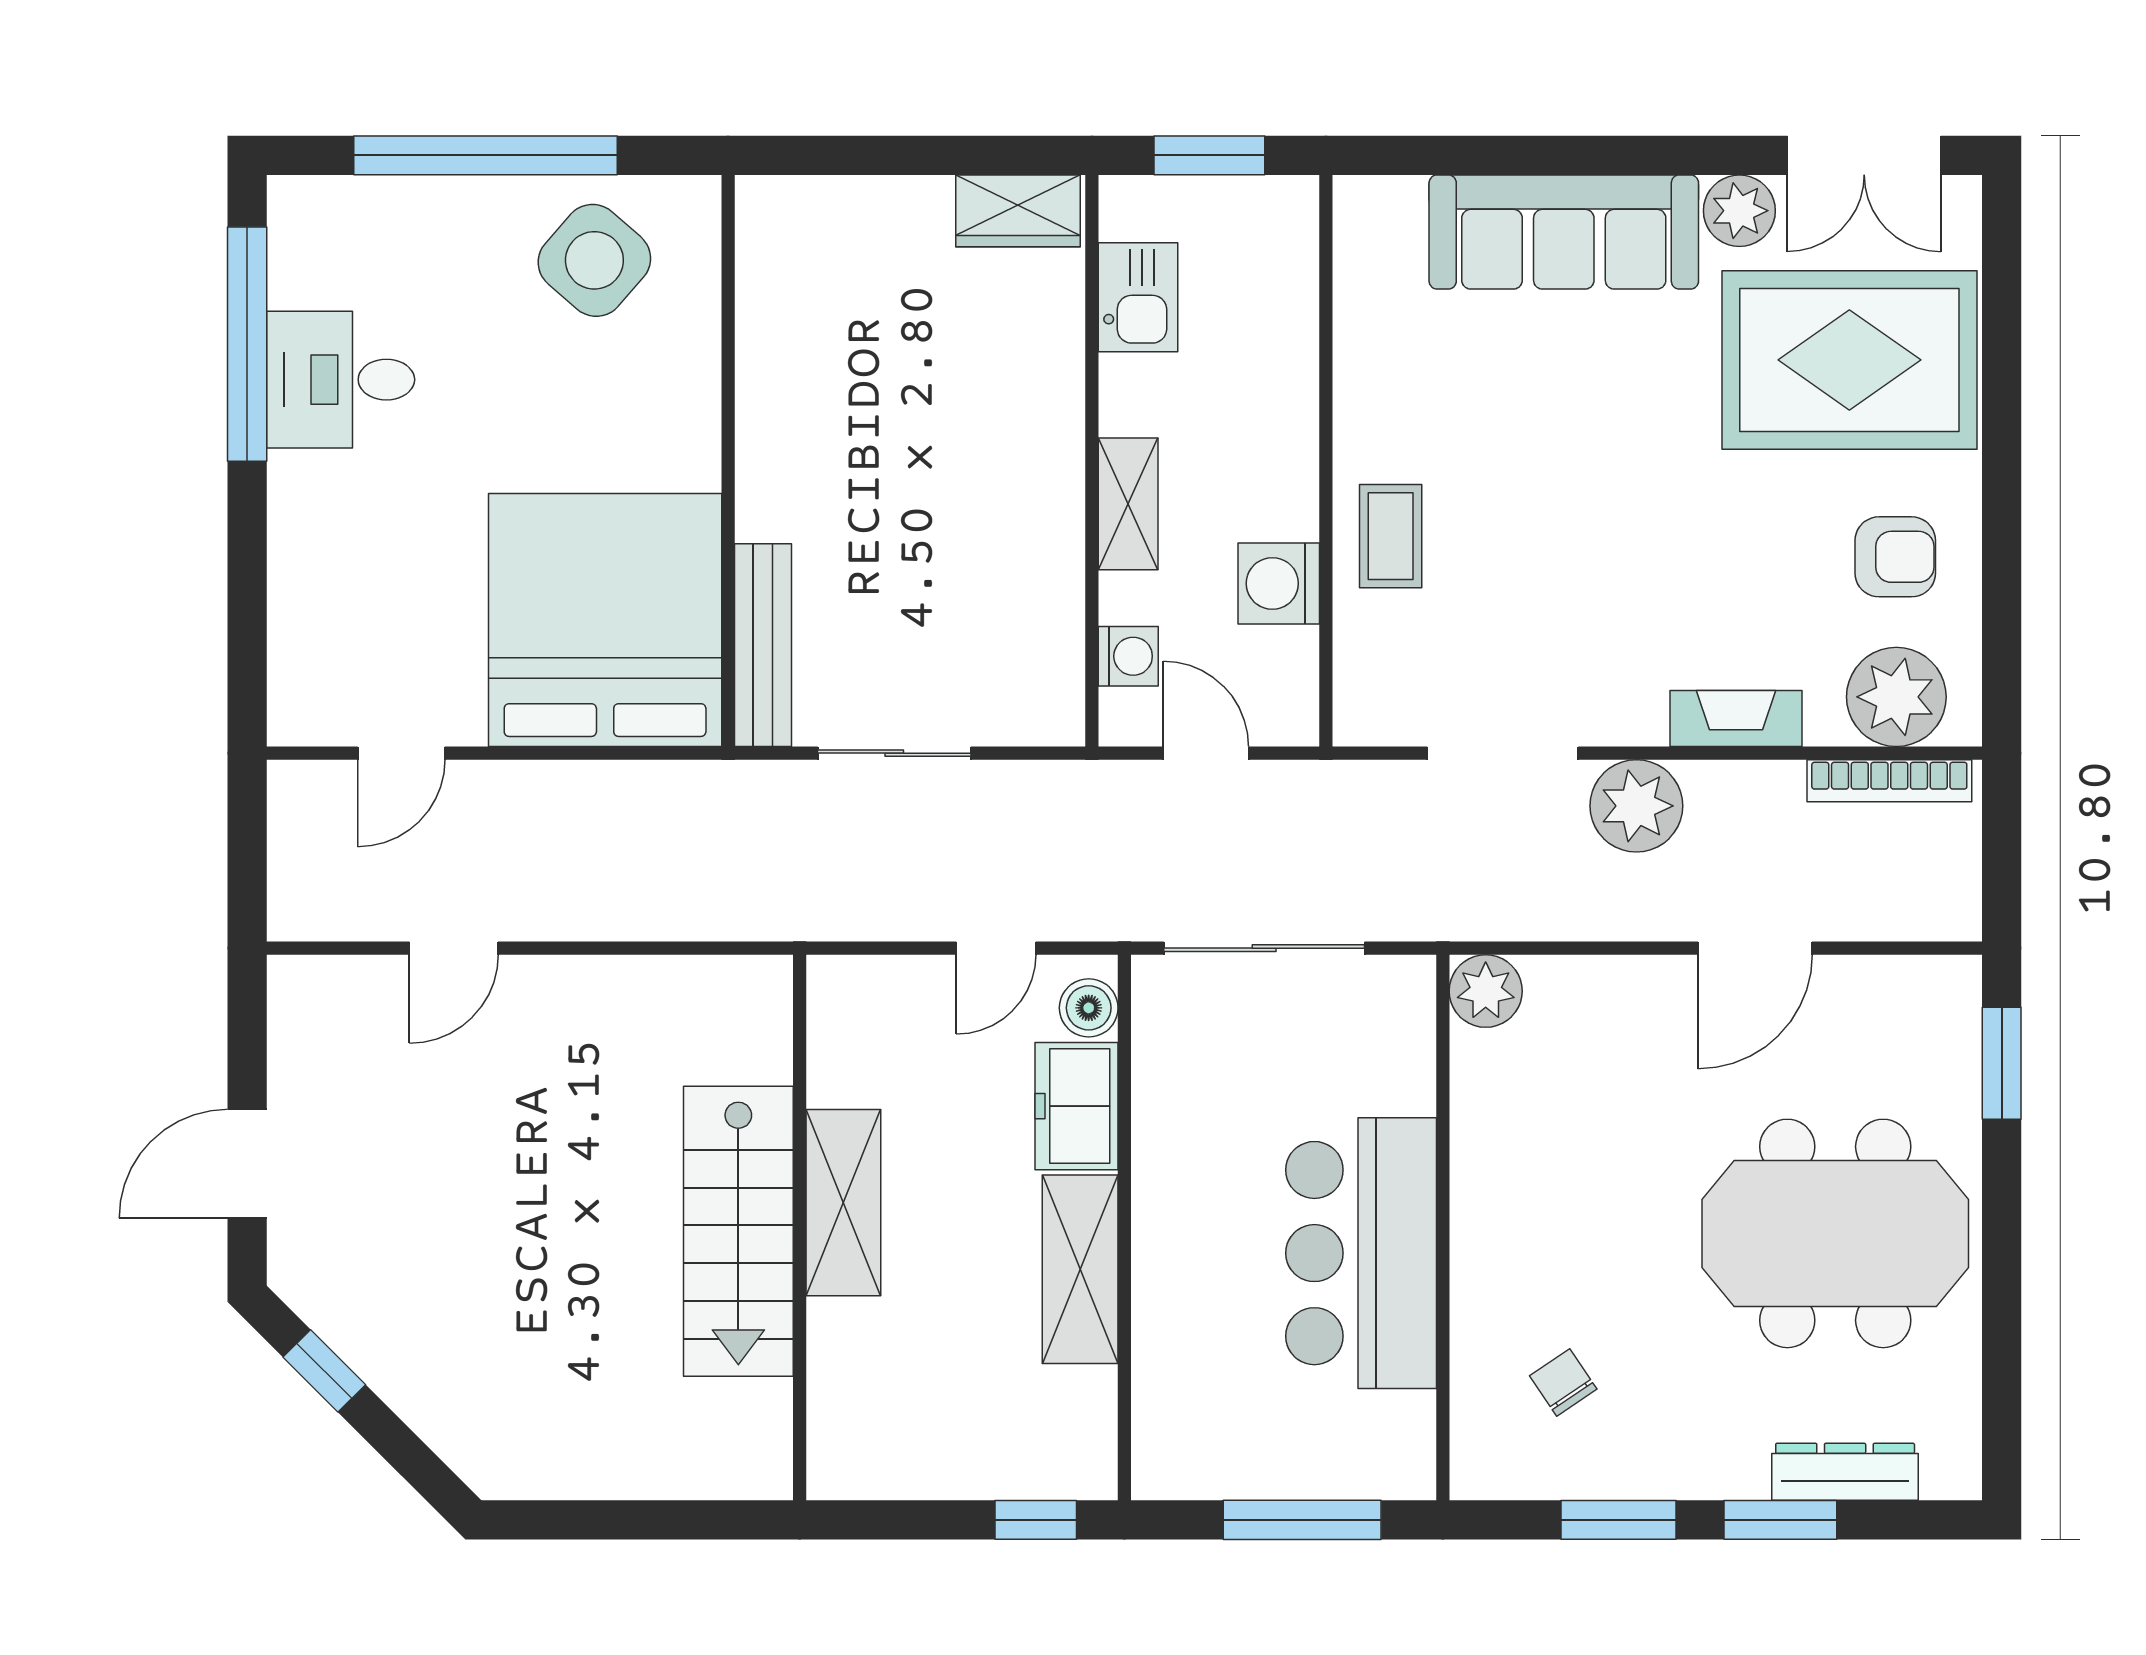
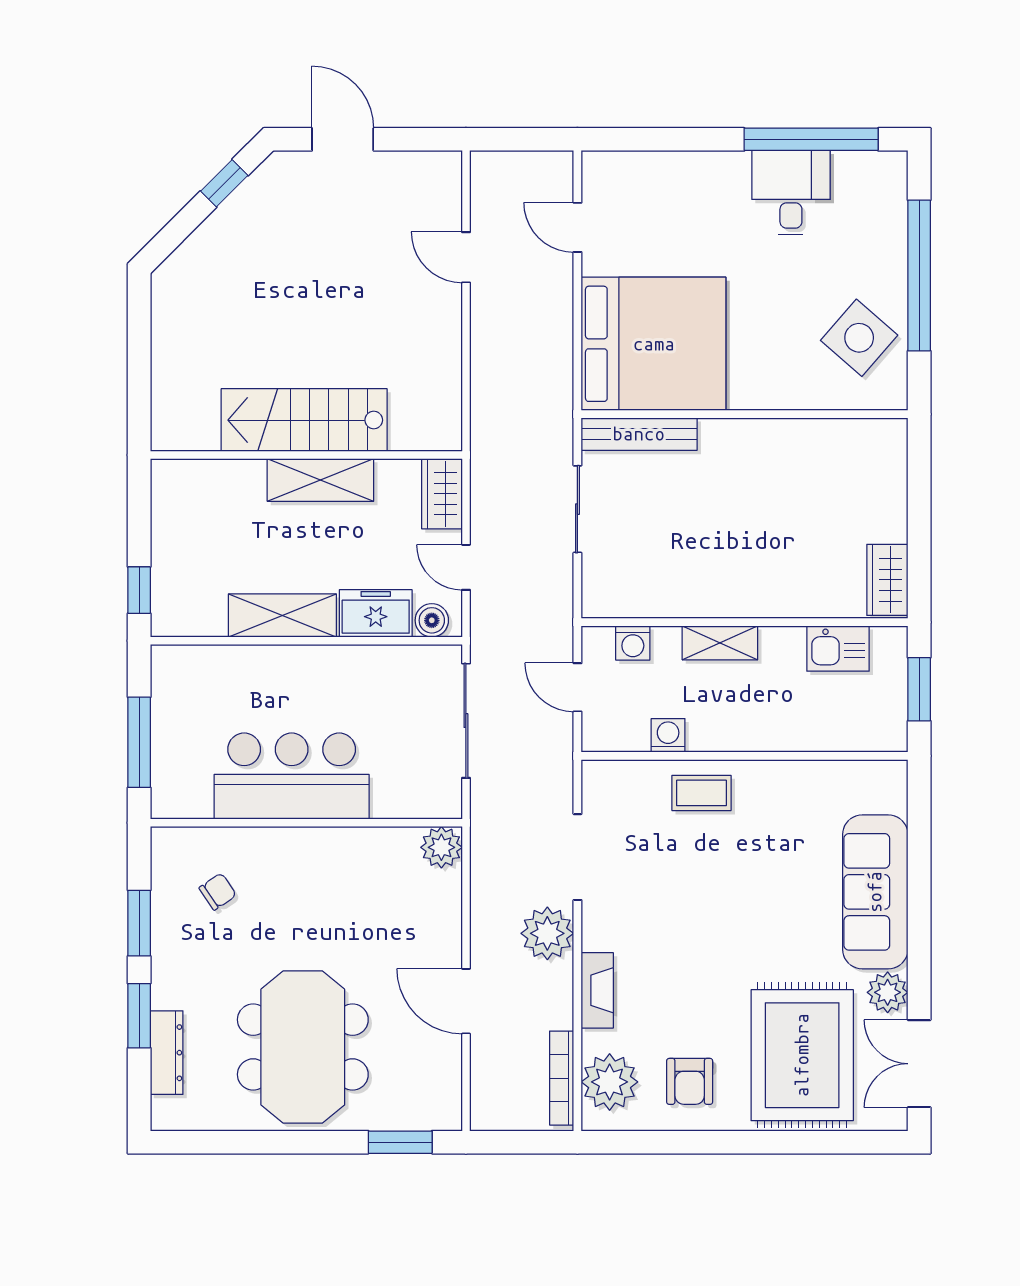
washing machine: (1279, 583) -> (668, 735), width x0.73, depth x0.73
door: (1206, 753) -> (577, 687), swing flipped
wardrobe: (867, 990) -> (442, 494), added

